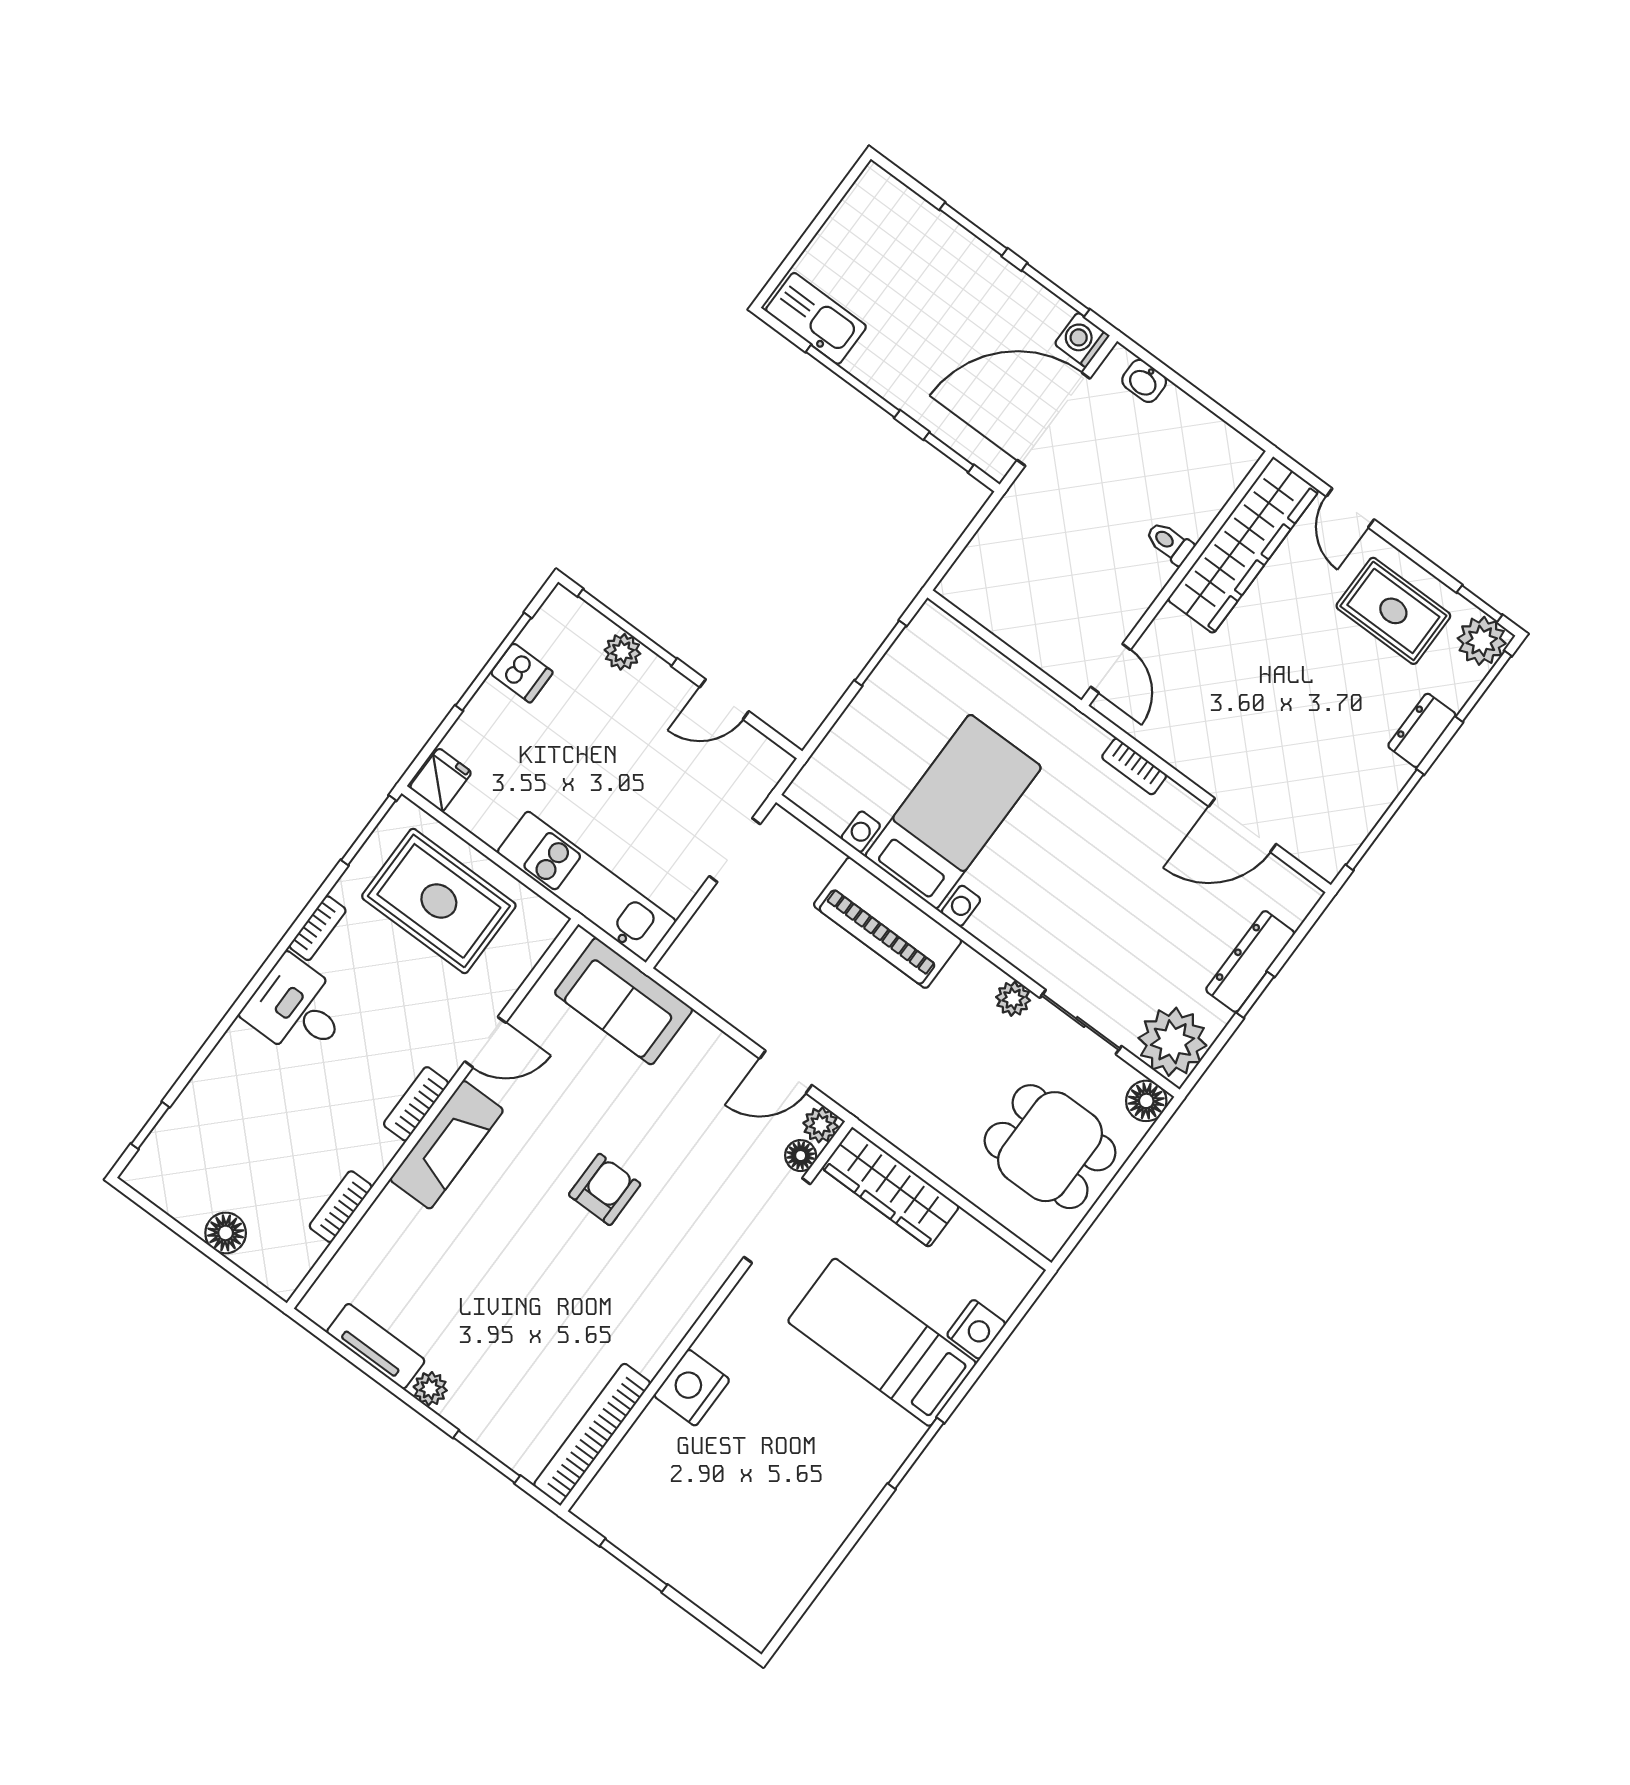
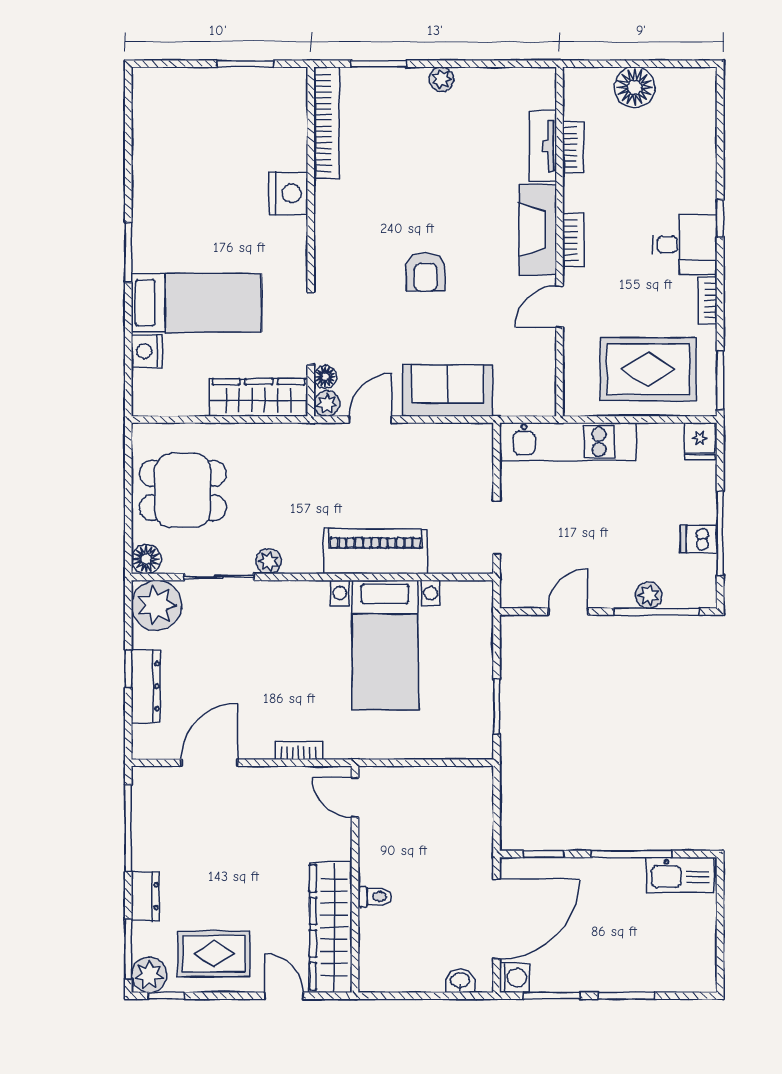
sofa: (624, 1001) -> (448, 391), moved
window: (150, 1125) -> (720, 218), moved
floor lamp: (226, 1233) -> (635, 87), width x1.38, depth x1.38
tv unit: (376, 1346) -> (543, 146), moved, turned 90

